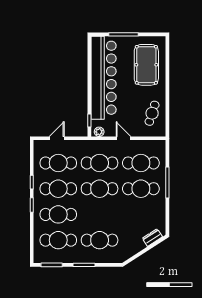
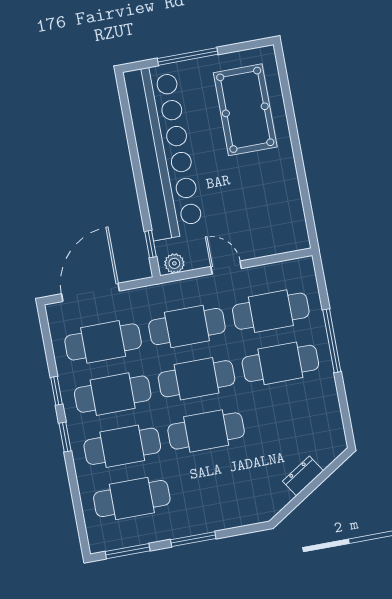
cafe table: (152, 113) -> (275, 206), removed
door: (57, 138) -> (90, 292), width x1.88
dresser: (152, 238) -> (303, 476), moved
cafe table: (100, 240) -> (206, 431), moved

